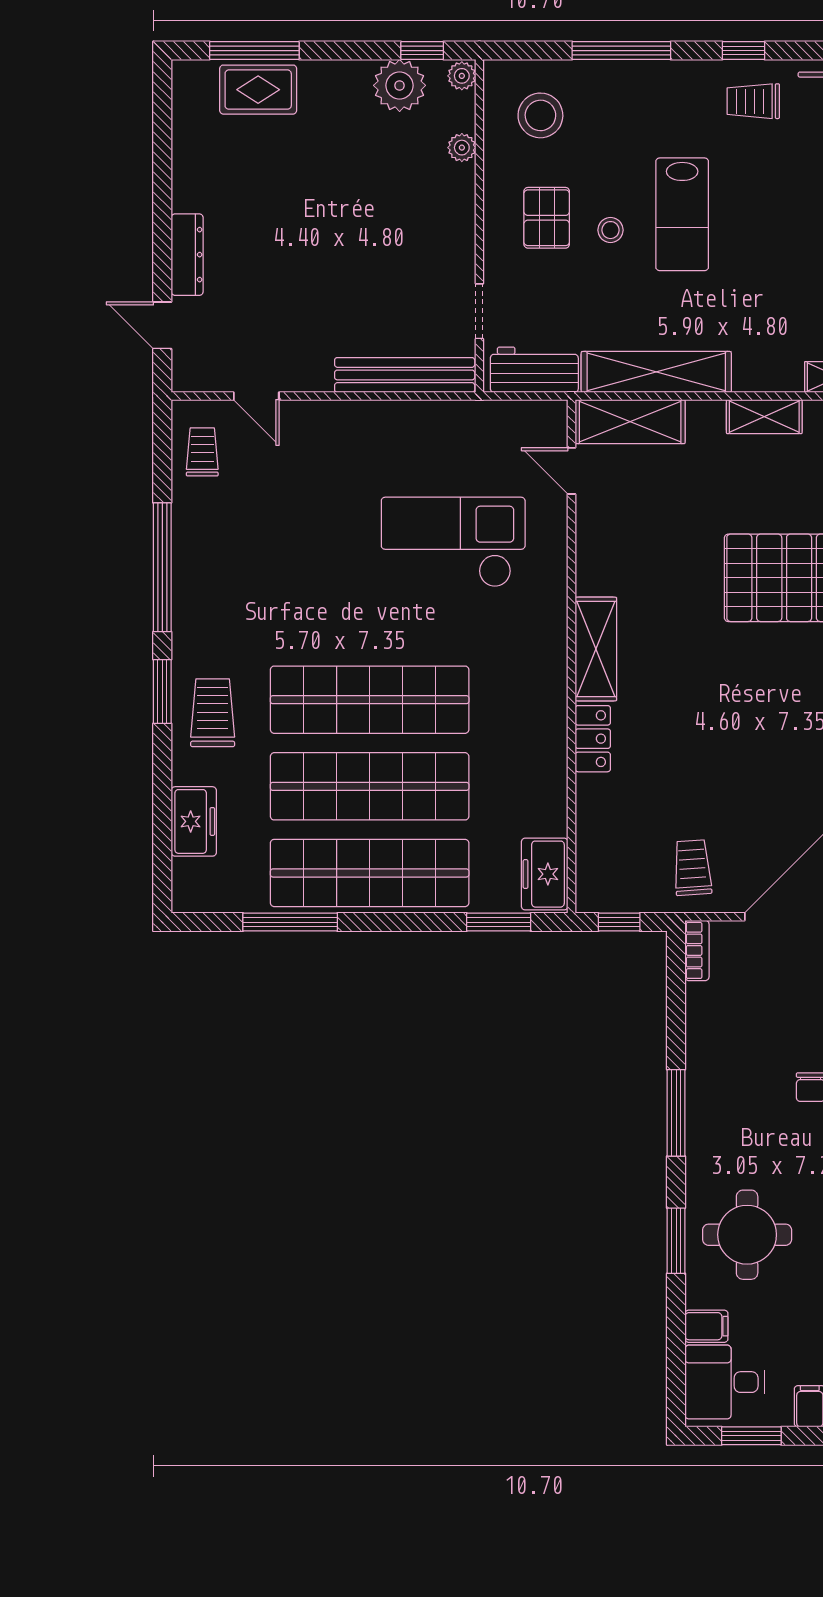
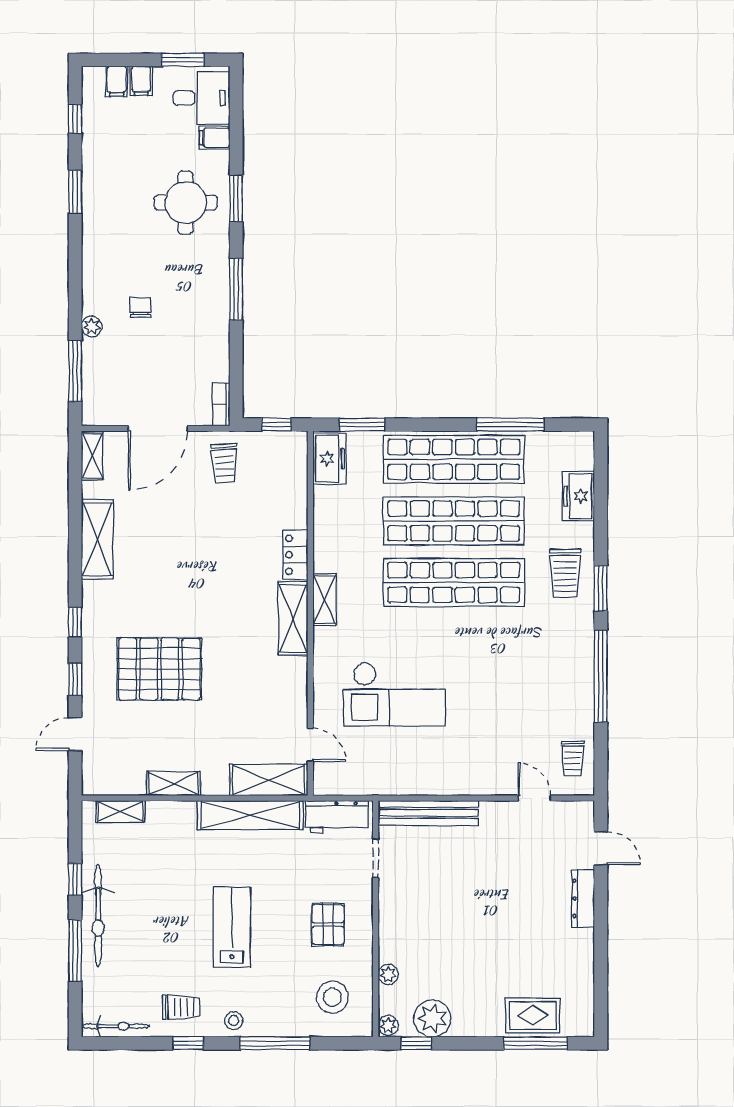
stool: (610, 230) -> (234, 1021), moved
shelving: (552, 676) -> (324, 599), added

